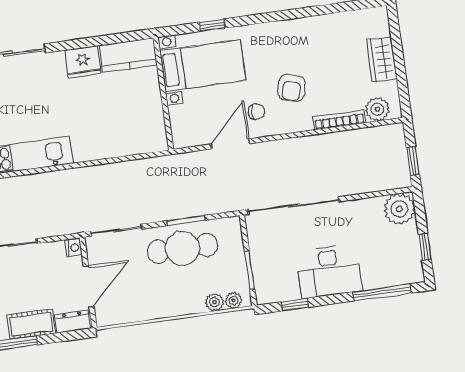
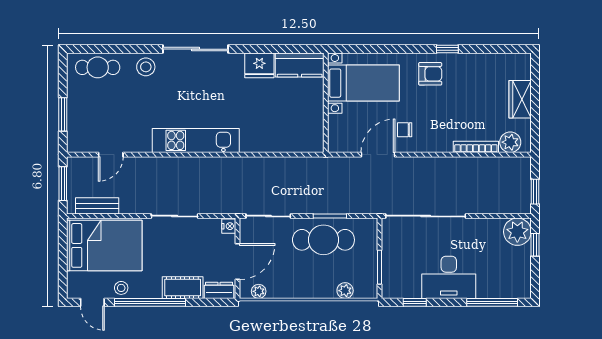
window: (212, 25) -> (447, 49), moved
armchair: (292, 88) -> (430, 74), moved, turned -105
chair: (256, 112) -> (405, 130), turned 180
window: (425, 247) -> (535, 245), moved
plant: (233, 300) -> (259, 291), moved

